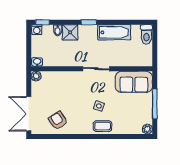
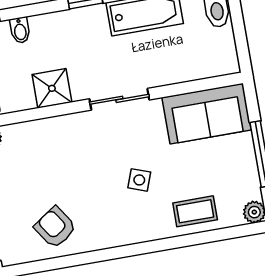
shower: (70, 32) -> (52, 88), moved
coffee table: (103, 126) -> (195, 211), moved

